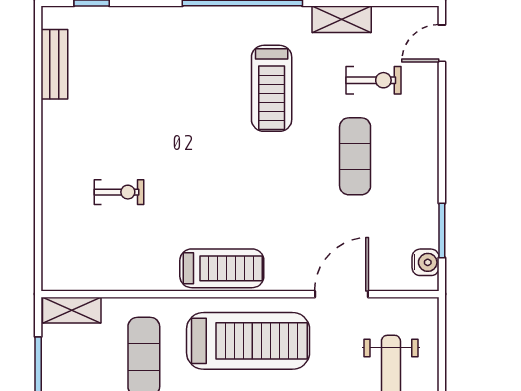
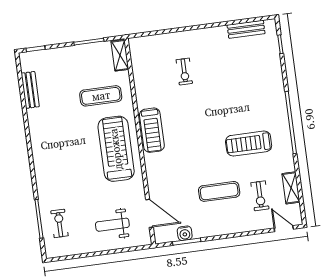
shelving: (342, 19) -> (291, 188), moved
water cooler: (426, 262) -> (185, 233), moved
door: (342, 294) -> (149, 213), moved
treadmill: (248, 341) -> (116, 149), turned 180

